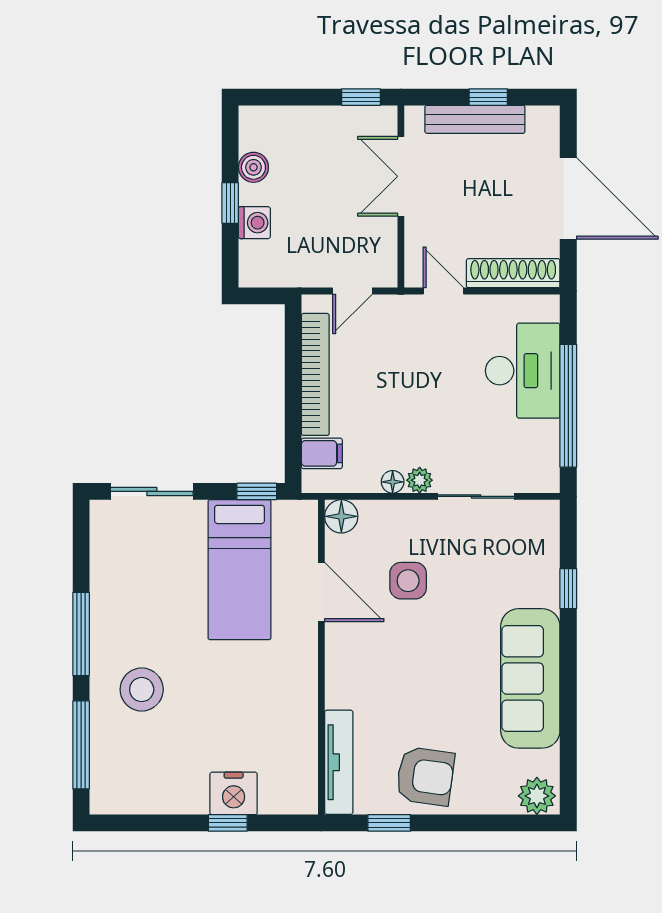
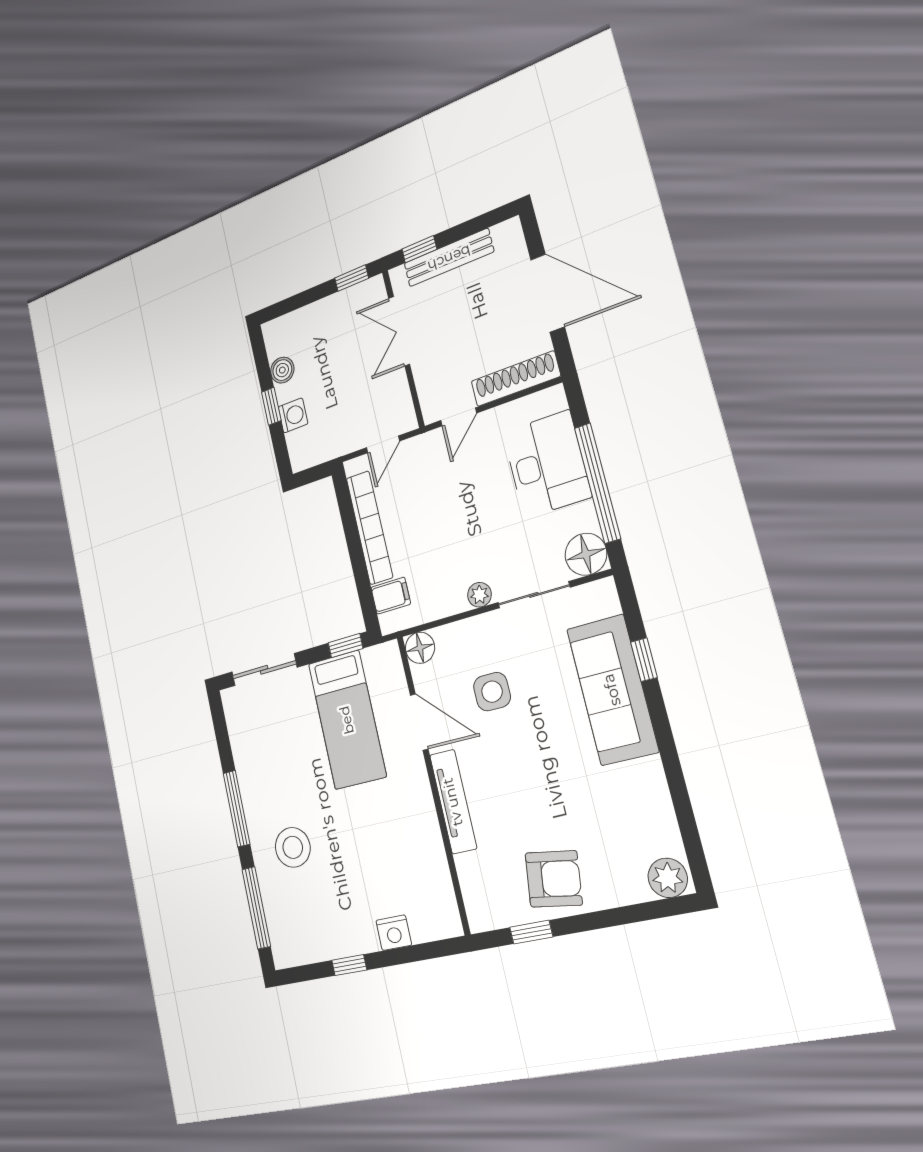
window: (488, 97) -> (419, 249), moved
door: (443, 291) -> (459, 417), swing flipped
floor lamp: (393, 482) -> (586, 554), moved, width x1.89, depth x1.89
sofa: (530, 678) -> (612, 690), moved
tv unit: (339, 762) -> (453, 802), moved
nightstand: (234, 793) -> (394, 933), width x0.74, depth x0.75
window: (228, 823) -> (349, 965), moved

